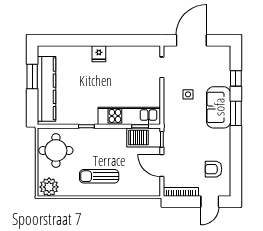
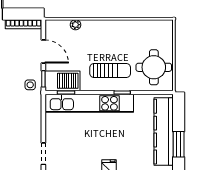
side table: (188, 94) -> (30, 85), moved
kitchen unit: (129, 116) -> (89, 103), width x1.36
sun lounger: (99, 176) -> (110, 71), moved
plant: (49, 187) -> (76, 25), moved, width x0.53, depth x0.53

